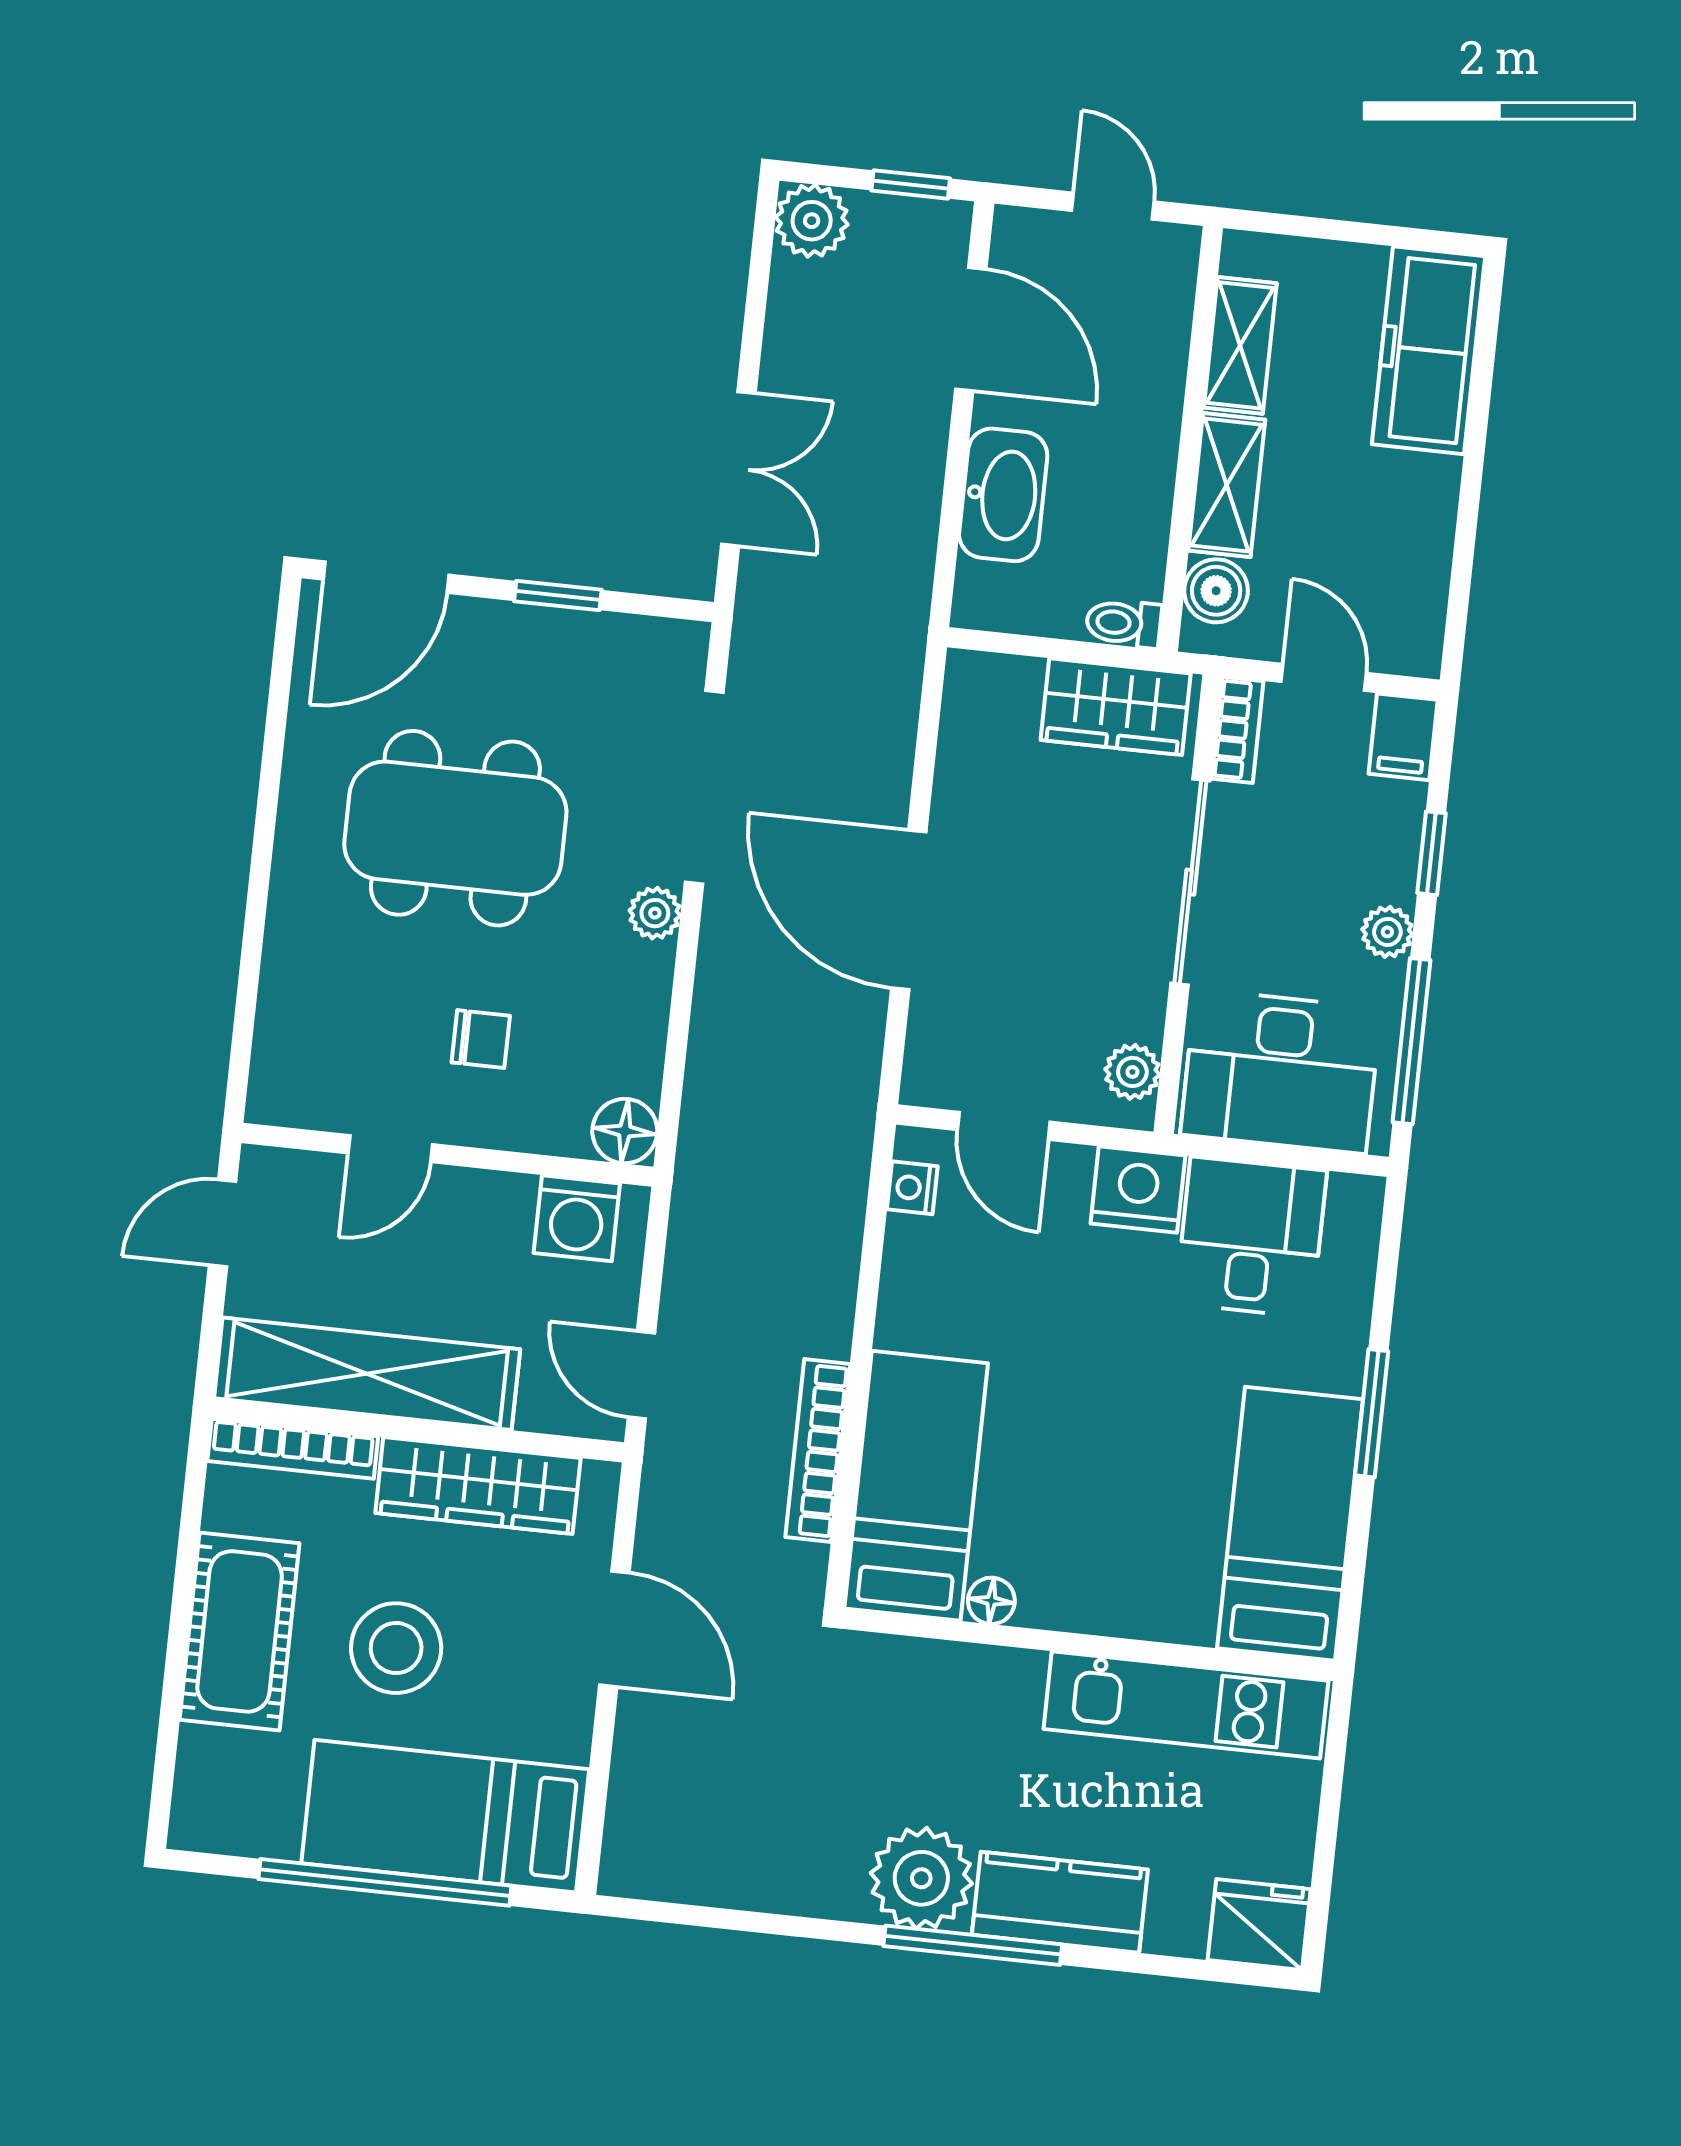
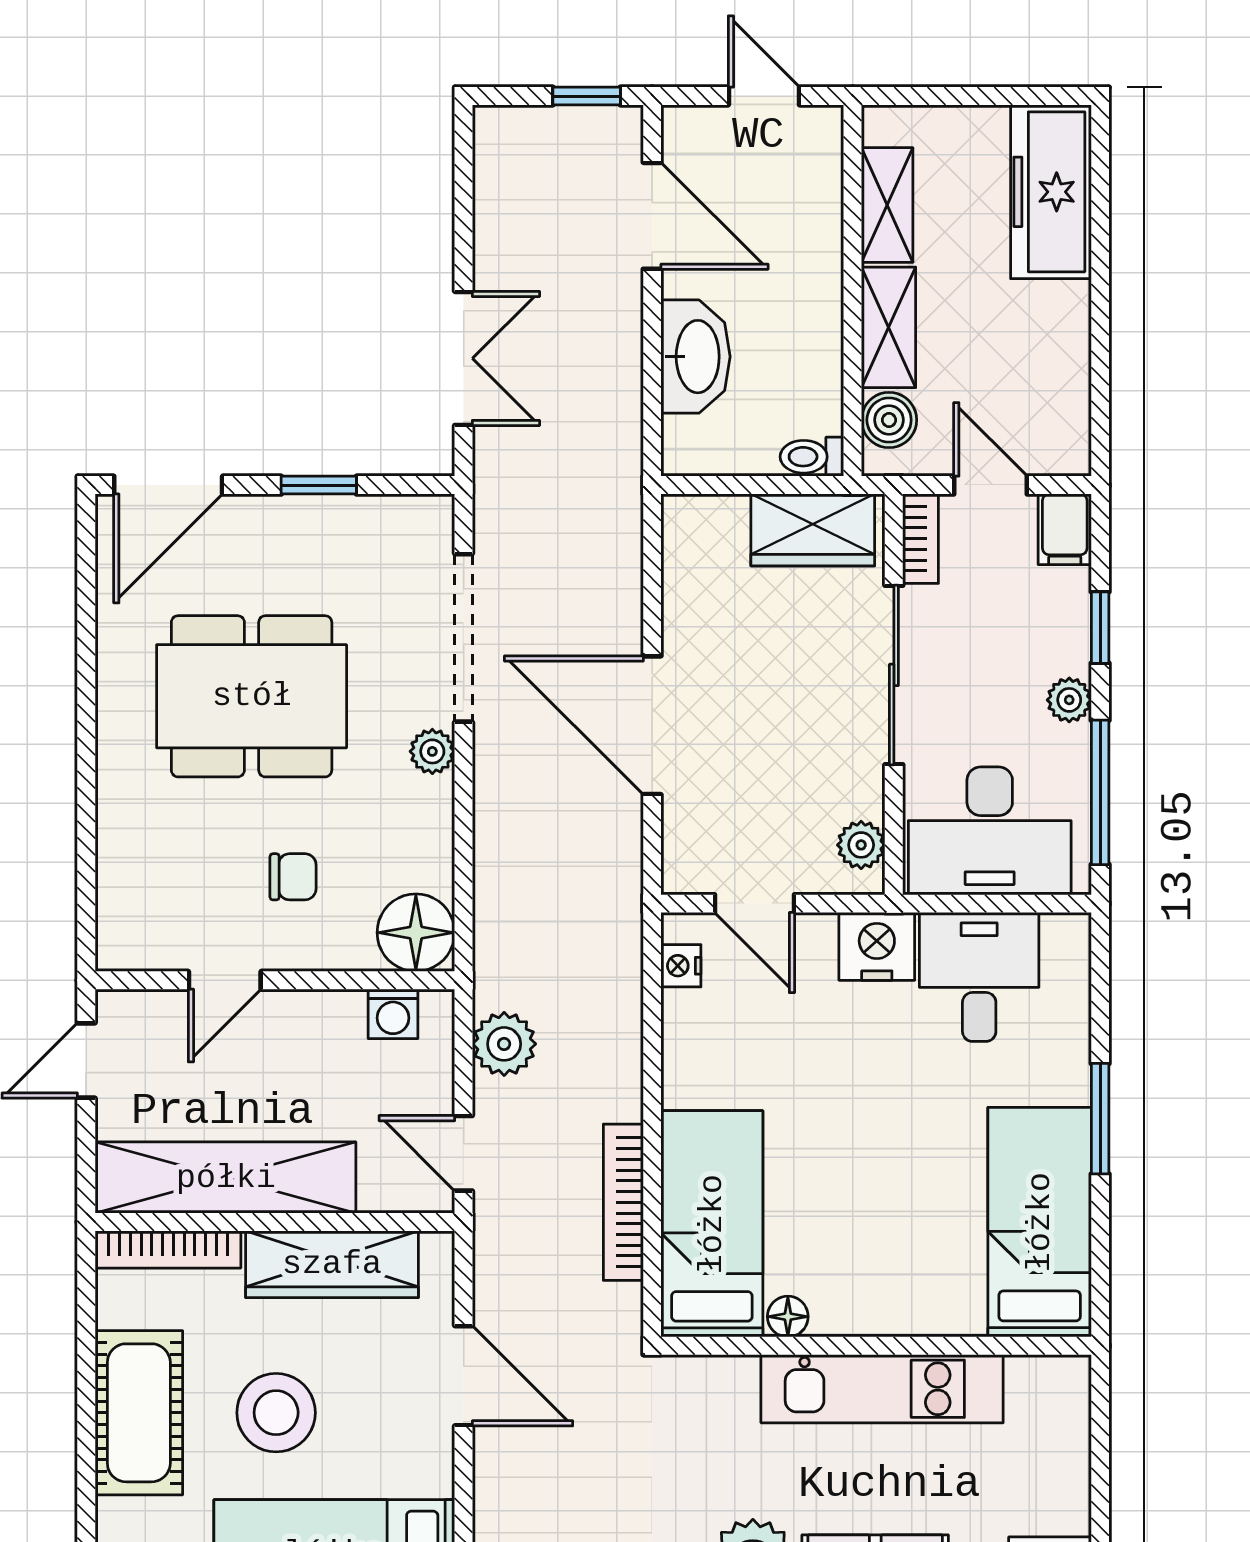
plant: (812, 221) -> (504, 1044), moved
floor lamp: (625, 1131) -> (416, 933), width x1.38, depth x1.38
washing machine: (577, 1218) -> (393, 1014), width x0.73, depth x0.73
kitchen unit: (1186, 1705) -> (882, 1389), moved

